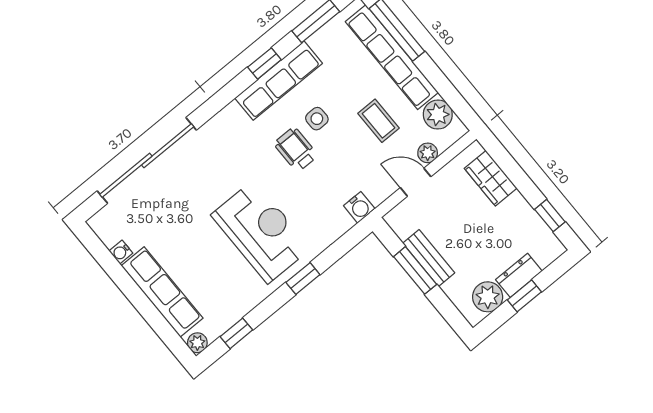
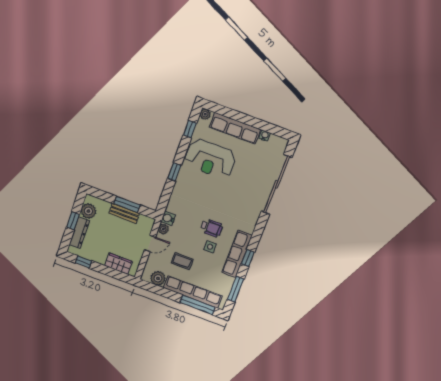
plant: (428, 153) -> (163, 229), moved
reception desk: (261, 232) -> (210, 159), moved
dresser: (519, 275) -> (79, 233), width x1.44

